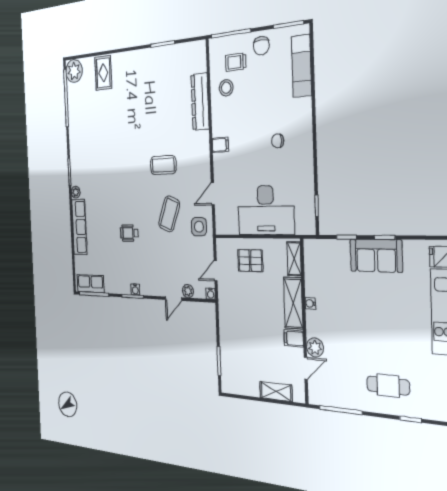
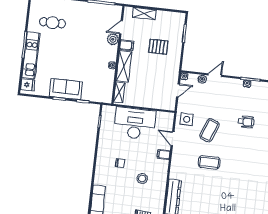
stool: (226, 88) -> (142, 178), moved
filing cabinet: (220, 145) -> (163, 154), moved
door: (213, 194) -> (172, 139), swing flipped
pallet: (250, 261) -> (158, 47), moved
cafe table: (388, 386) -> (52, 23), moved

